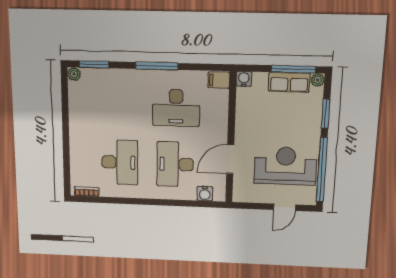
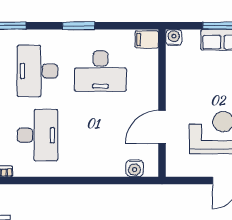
window: (157, 66) -> (79, 26), width x0.69
desk: (175, 164) -> (37, 71), moved

